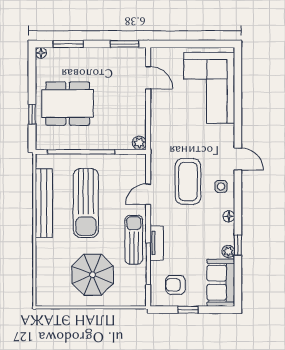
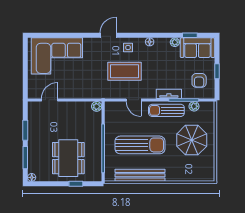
window: (125, 44) -> (25, 130), moved
window: (238, 245) -> (190, 35), moved
plant: (139, 278) -> (194, 106), added

